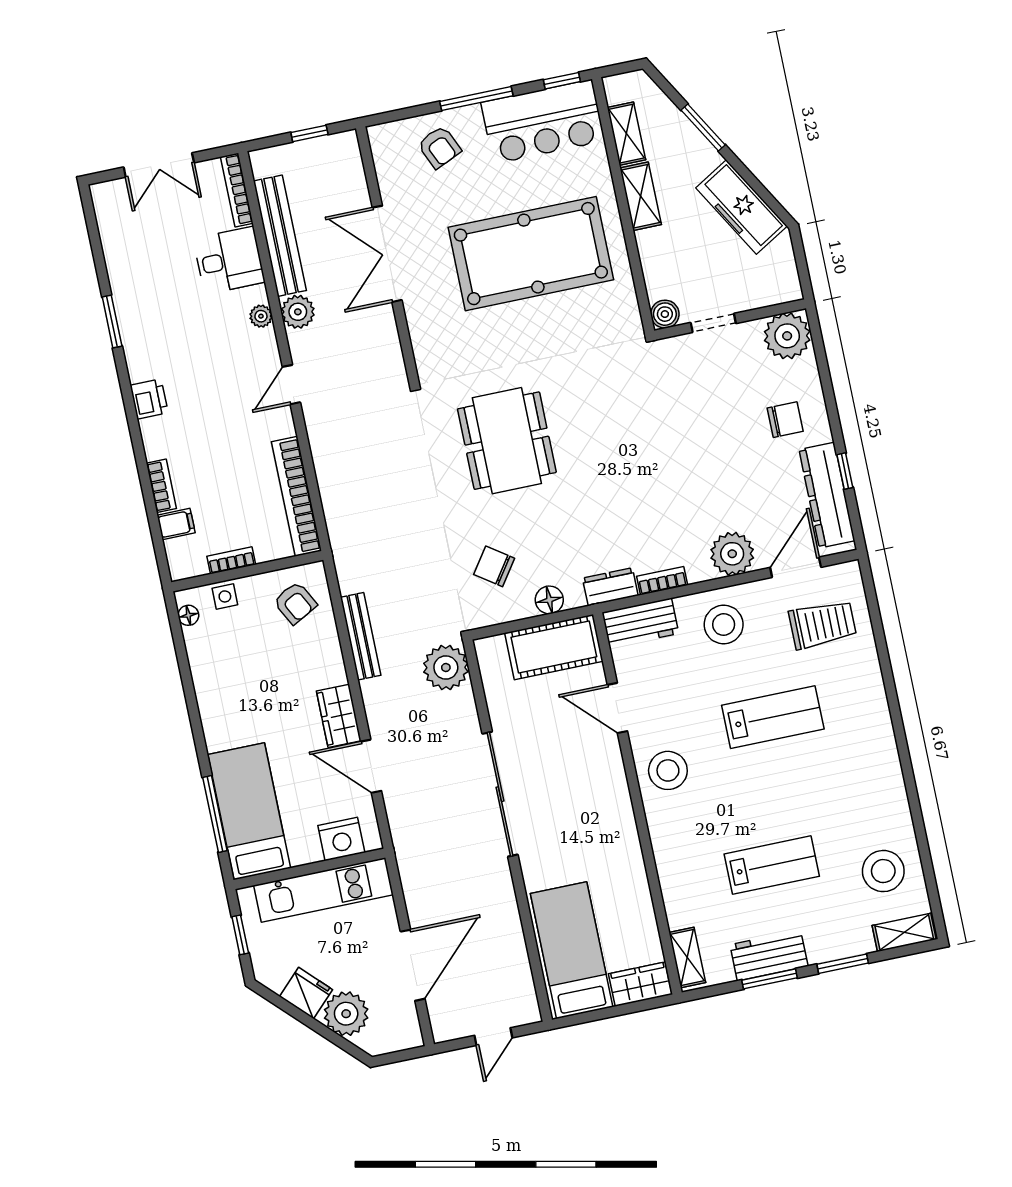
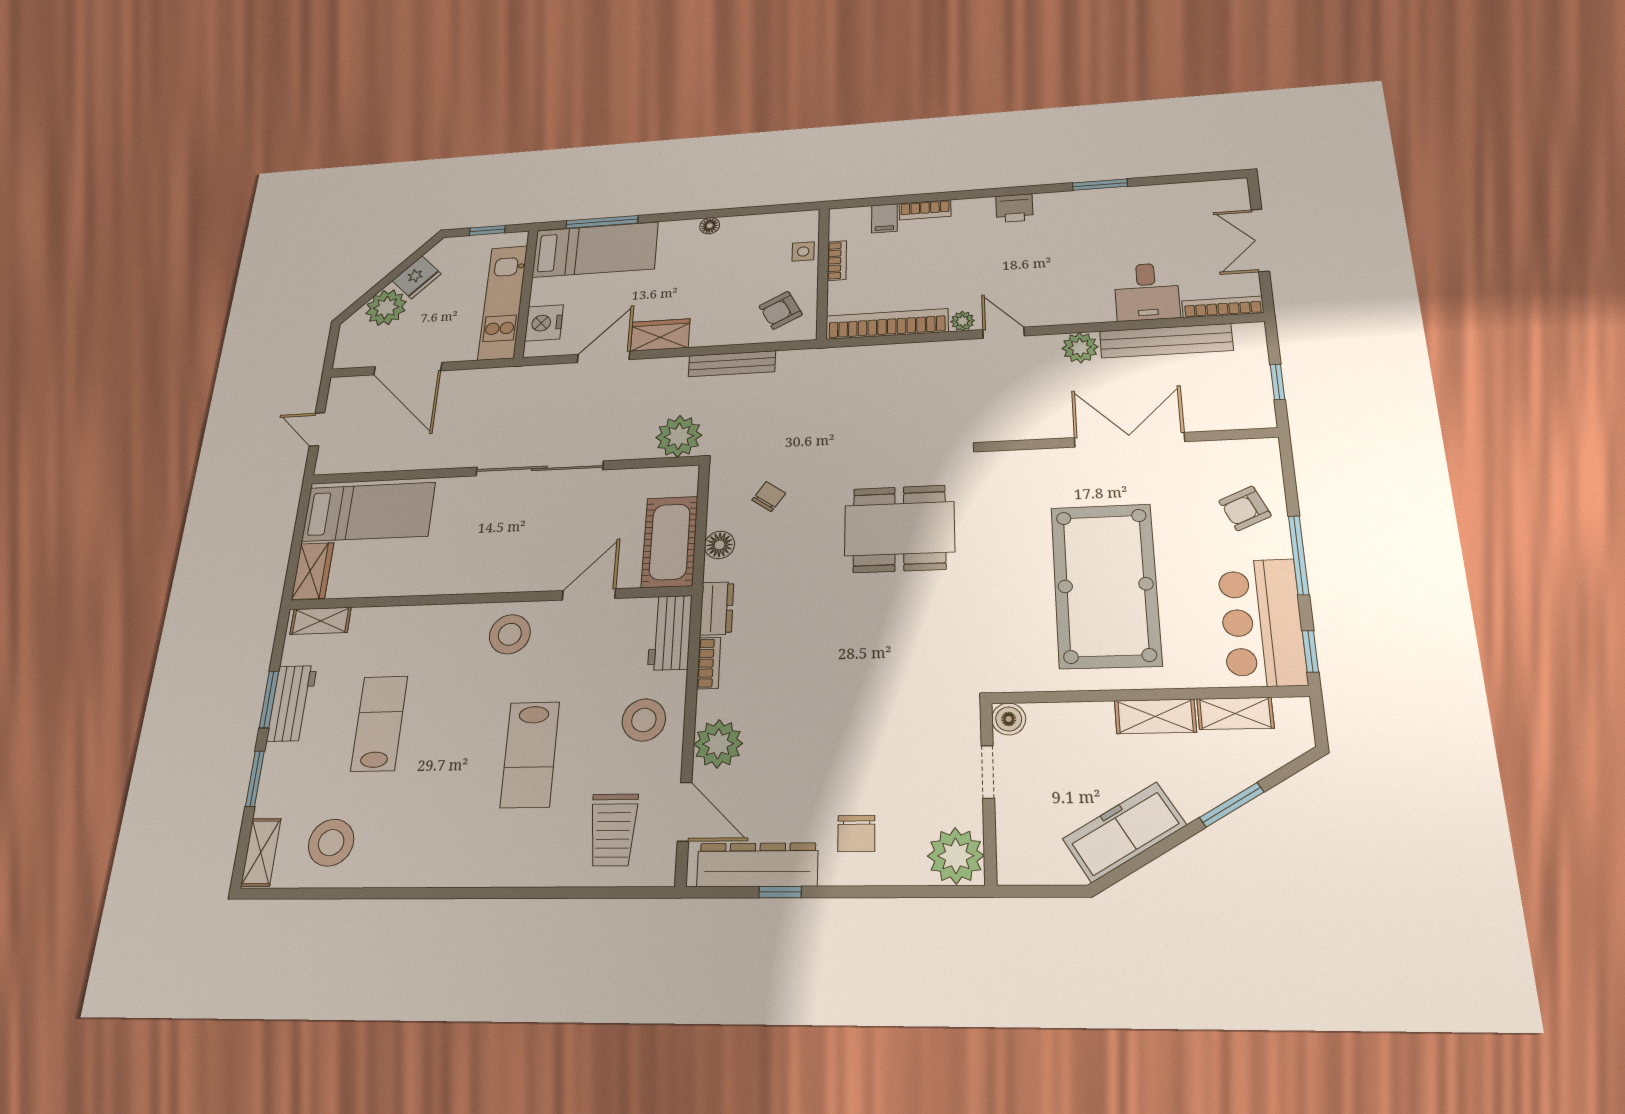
plant: (261, 316) -> (963, 321), moved
chair: (494, 566) -> (769, 497), width x0.73, depth x0.73
floor lamp: (188, 615) -> (710, 226), moved
lab bench: (772, 865) -> (379, 723), turned 180

